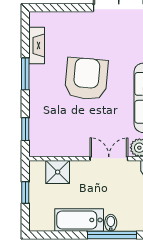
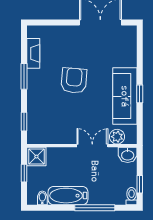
armchair: (86, 79) -> (74, 80), width x0.73, depth x0.73
shower: (58, 172) -> (36, 157), moved
bidet: (111, 223) -> (42, 198), moved

